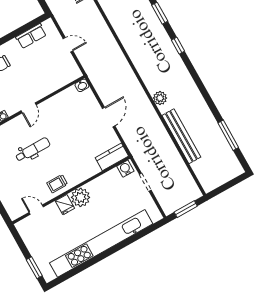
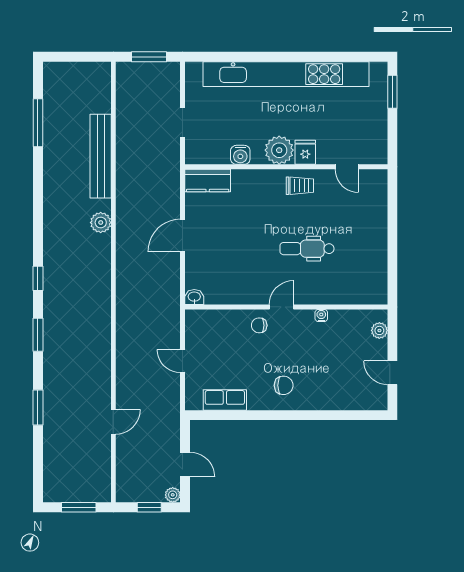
chair: (35, 90) -> (259, 325), added
water cooler: (125, 169) -> (240, 155), moved

